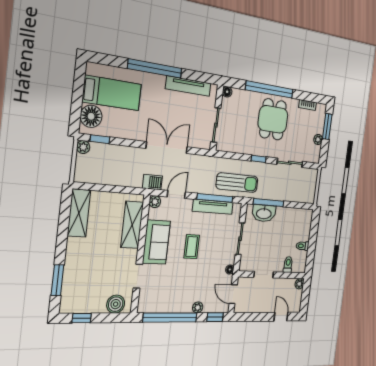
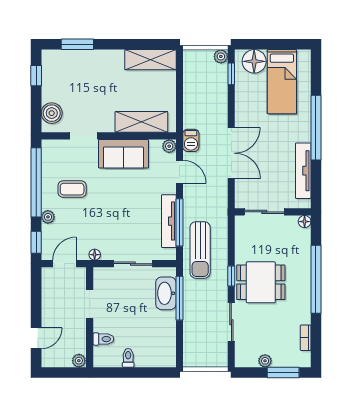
dining table: (273, 119) -> (261, 282), moved
coffee table: (192, 247) -> (72, 189), moved

